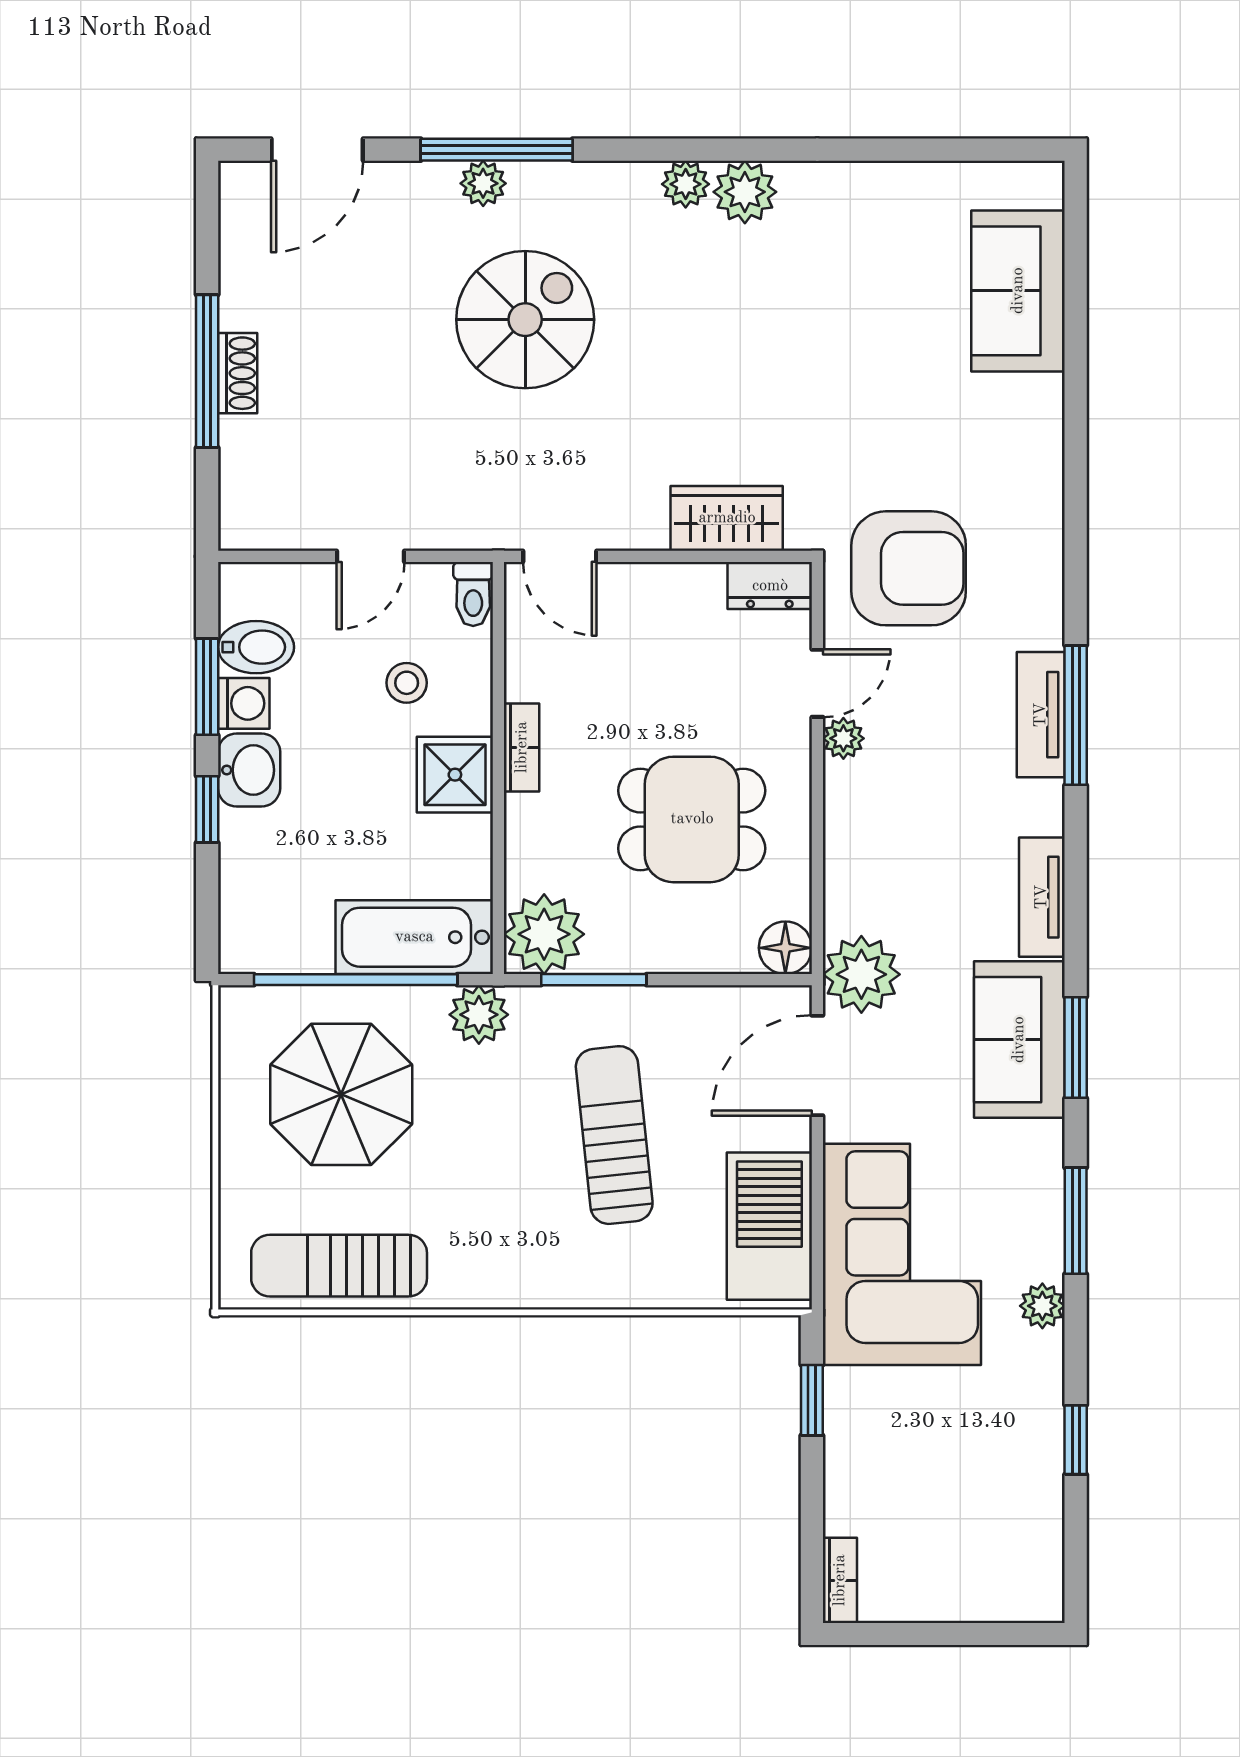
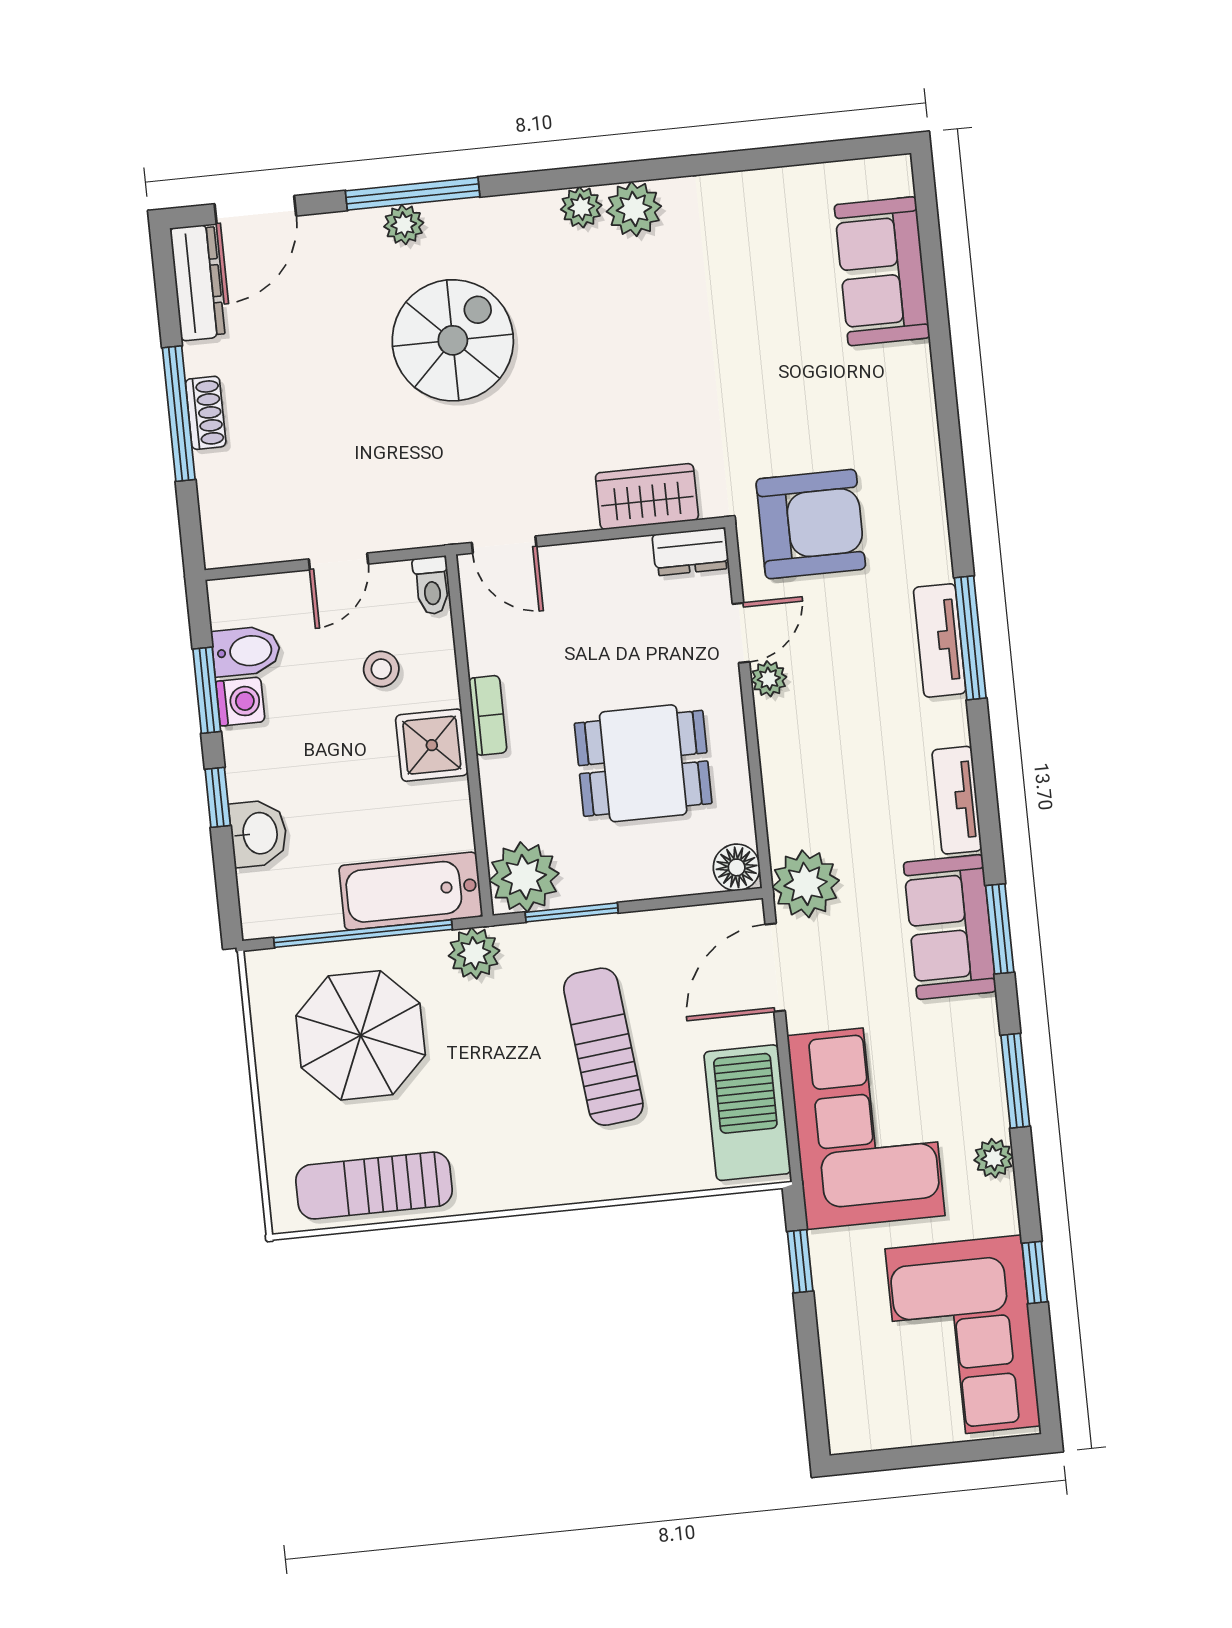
dresser: (243, 225) -> (197, 282), added
washbasin: (249, 770) -> (258, 833), moved
corner sofa: (987, 1505) -> (963, 1337), added
bookcase: (840, 1580) -> (841, 1417), removed

